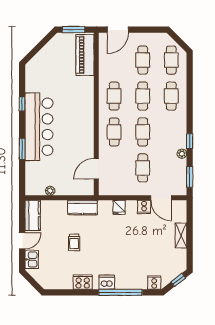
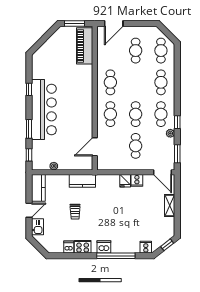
cafe table: (143, 96) -> (161, 114), moved
window: (22, 178) -> (29, 155), added
door: (161, 198) -> (162, 172), moved
fridge: (119, 207) -> (125, 181), moved
dishwasher: (67, 282) -> (69, 247), added

